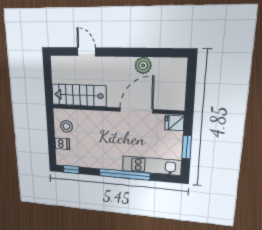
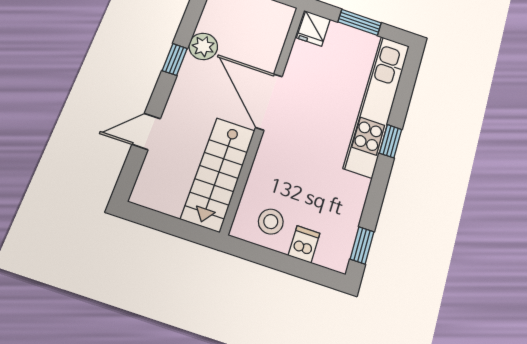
window: (130, 52) -> (175, 59), added
door: (136, 110) -> (269, 102), moved
kitchen unit: (151, 166) -> (377, 105), width x1.36
window: (124, 174) -> (391, 141), width x0.32

